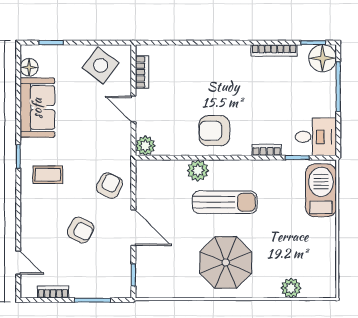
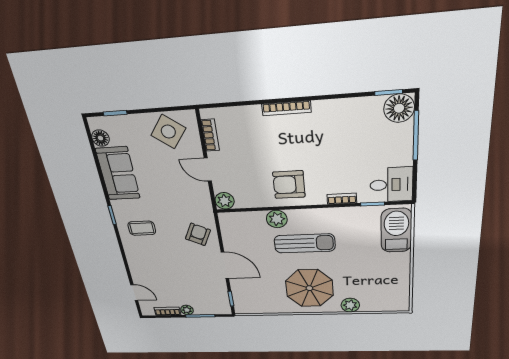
bookcase: (274, 50) -> (286, 108), moved
armchair: (81, 230) -> (180, 268), removed
plant: (291, 288) -> (350, 305), moved
plant: (78, 291) -> (187, 310), added

